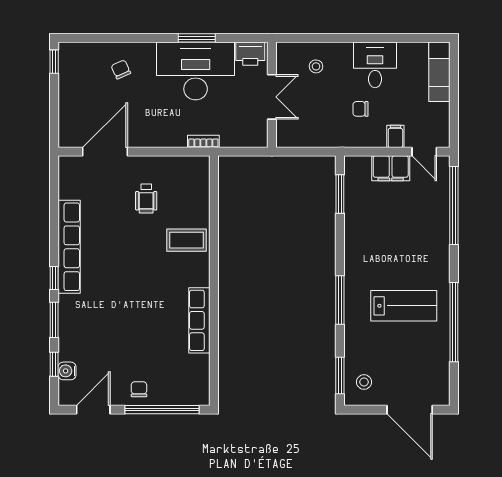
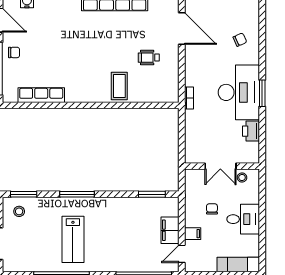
wall: (272, 95) -> (222, 166), moved
double door: (272, 97) -> (220, 166), moved
row of seats: (199, 320) -> (41, 95), moved

